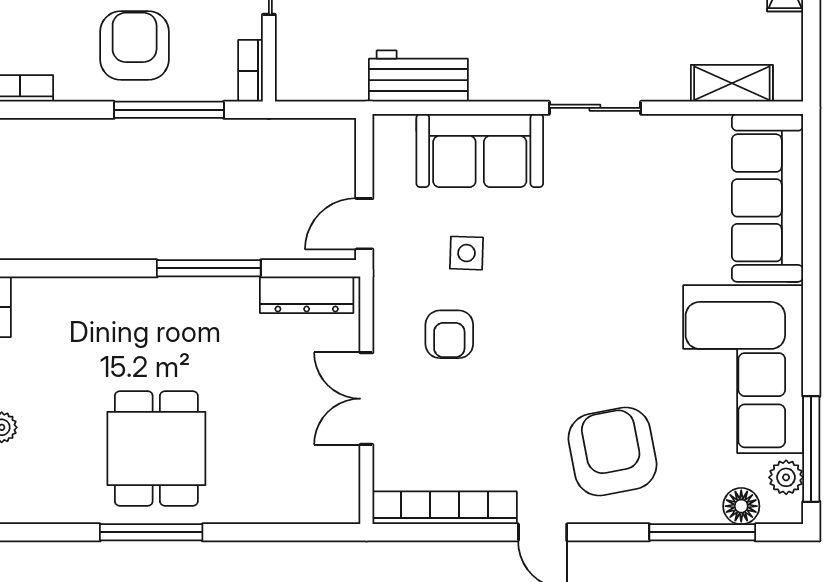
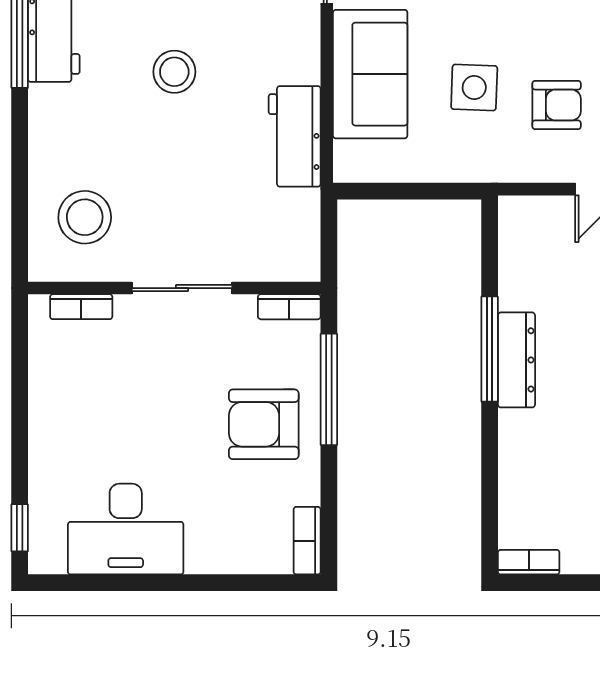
door: (364, 224) -> (444, 191), removed
side table: (467, 253) -> (474, 88), width x1.37, depth x1.37
dresser: (307, 295) -> (516, 360), moved

